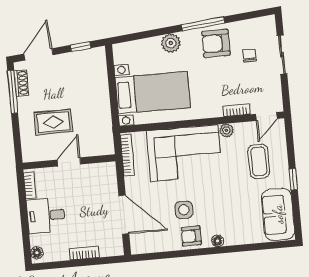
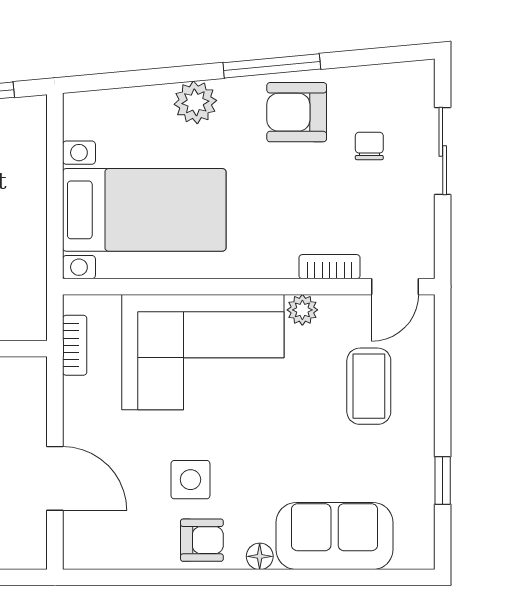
bookcase: (127, 155) -> (75, 345), width x0.64
window: (293, 179) -> (443, 481), moved
sofa: (278, 214) -> (335, 536), moved, turned 90
door: (124, 215) -> (55, 478), width x0.73
armchair: (191, 236) -> (202, 540), turned 180

